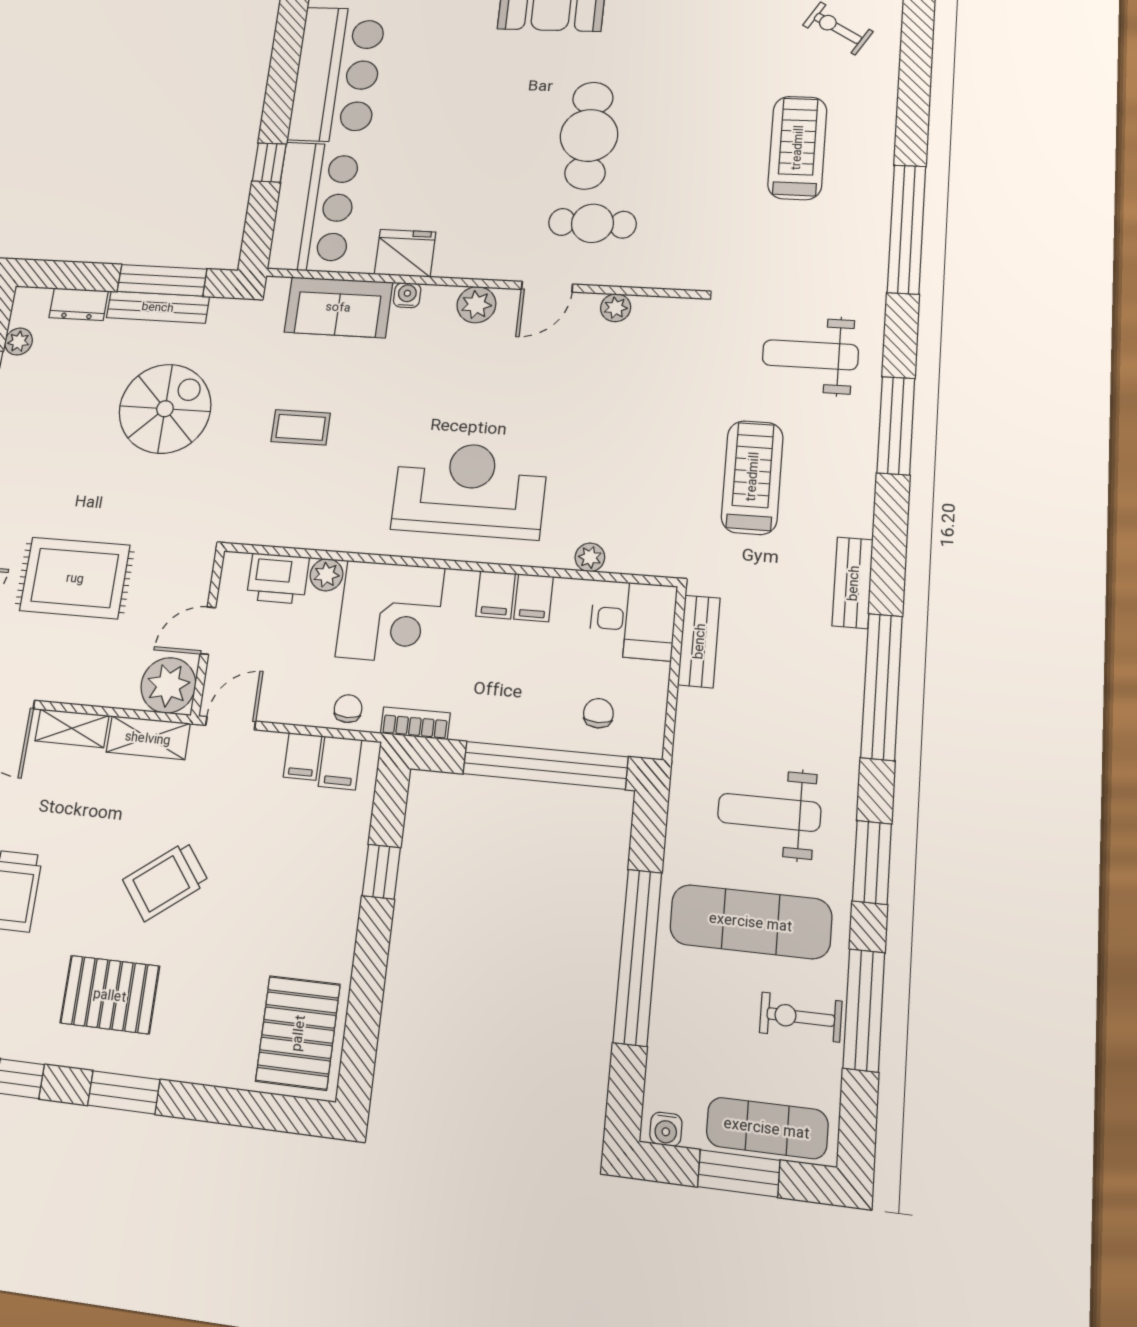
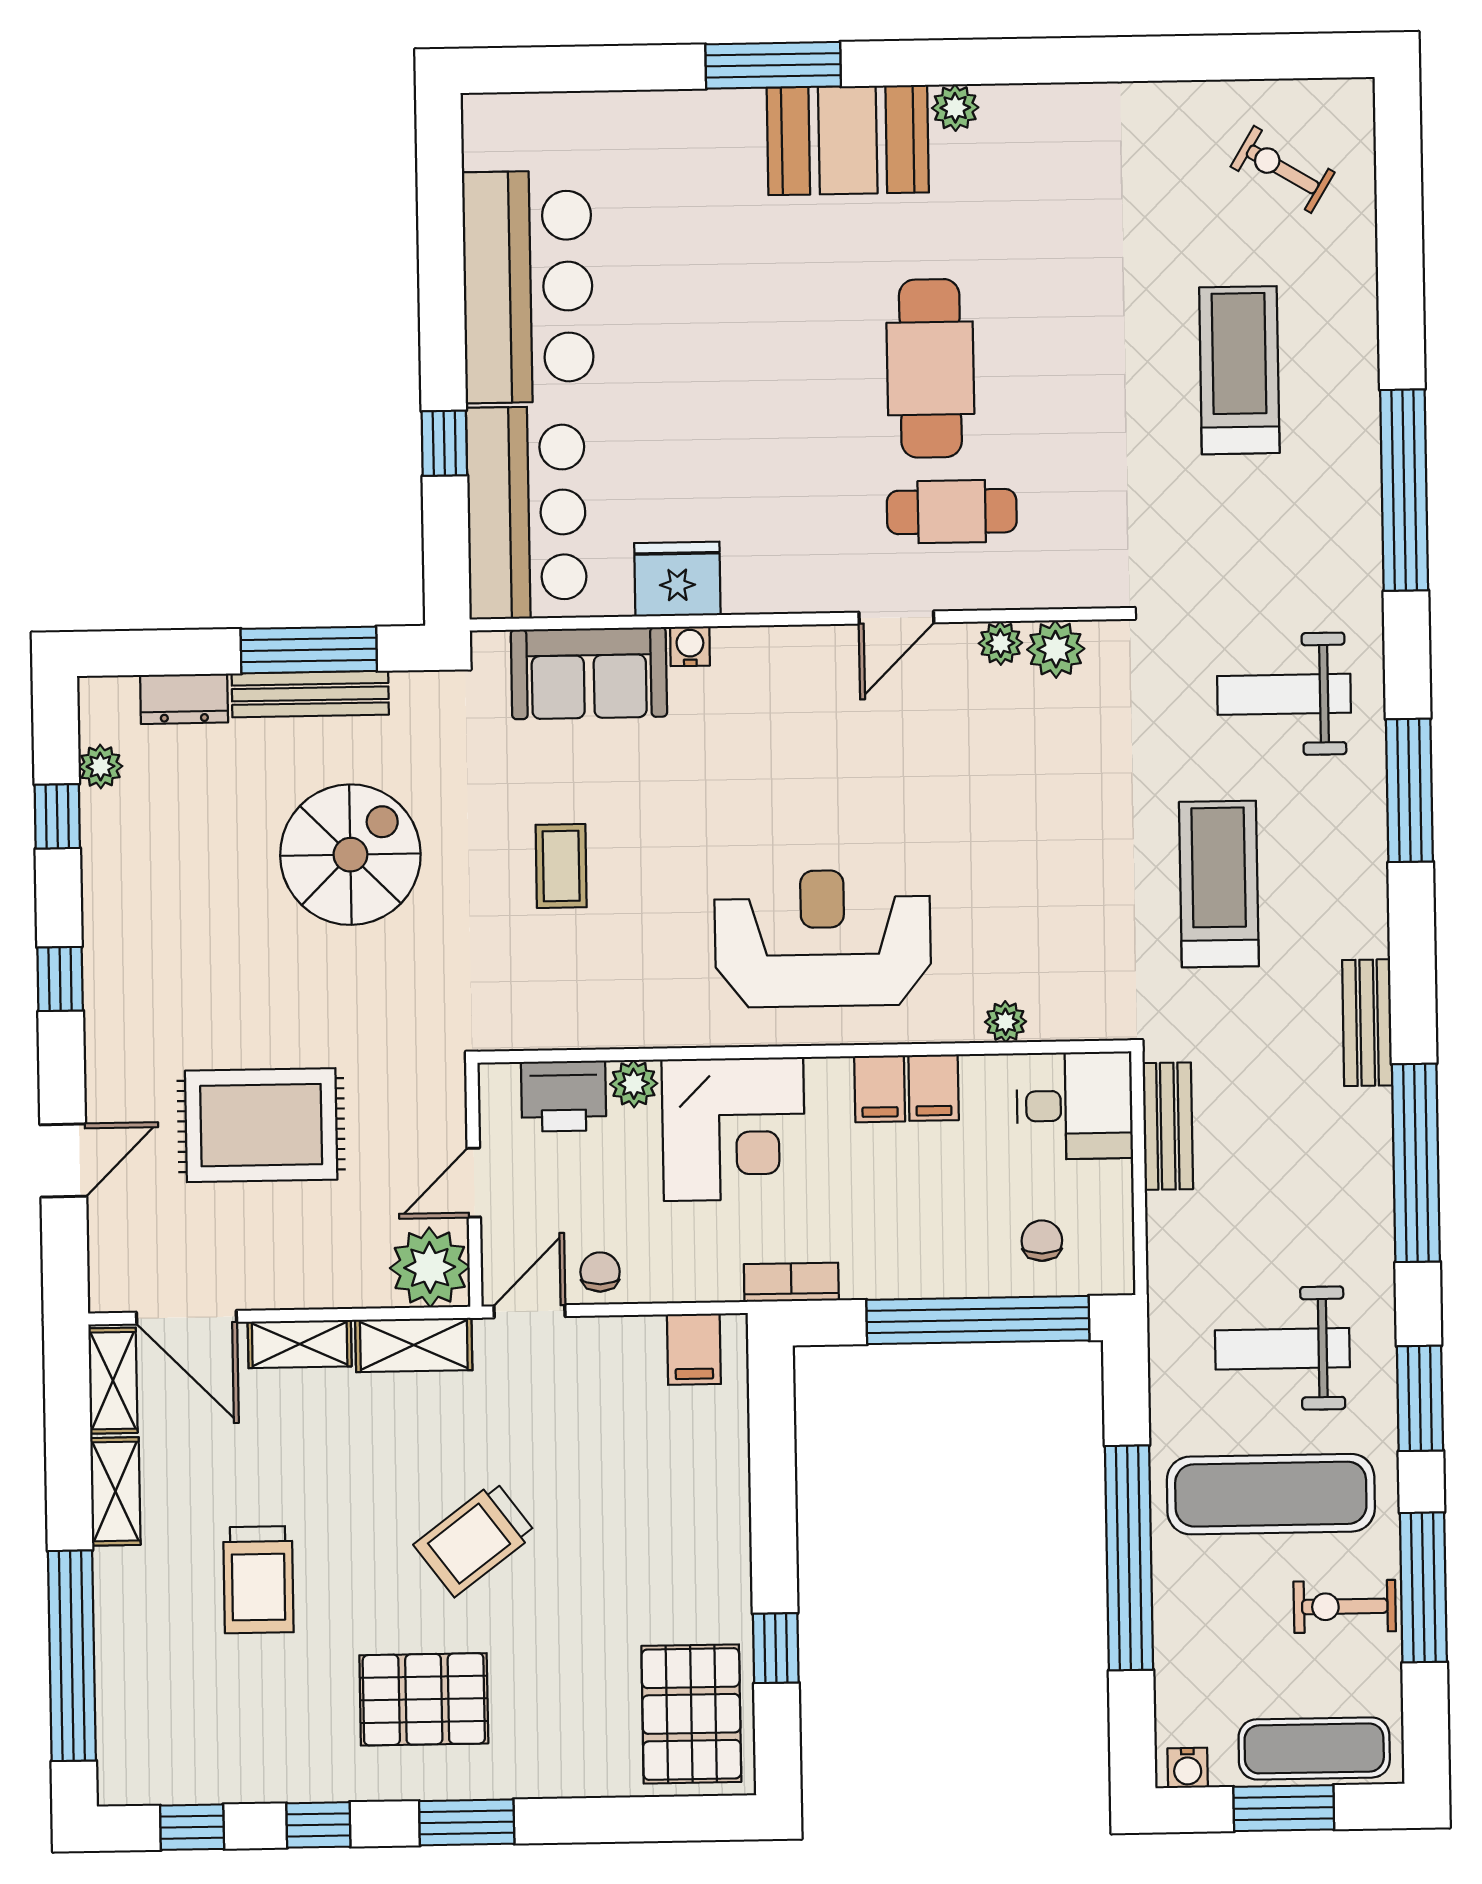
plant: (476, 305) -> (1056, 649), moved
coffee table: (301, 427) -> (561, 866), turned 90
chair: (348, 709) -> (600, 1272), moved
filing cabinet: (302, 756) -> (640, 1346), removed
window: (381, 872) -> (776, 1648), moved

